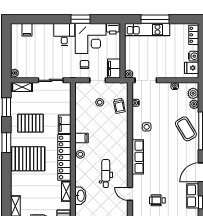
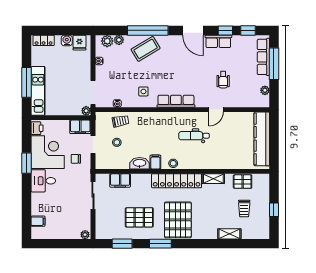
shelving: (22, 87) -> (100, 226), removed
pallet: (31, 123) -> (139, 217), turned 90
filing cabinet: (65, 124) -> (120, 180), moved
washbasin: (80, 196) -> (140, 163), moved

